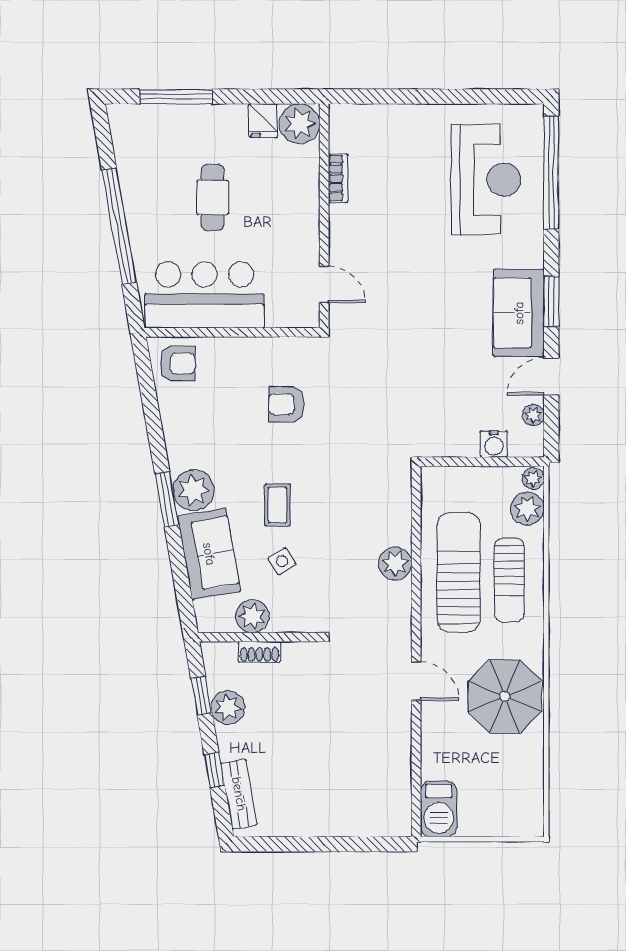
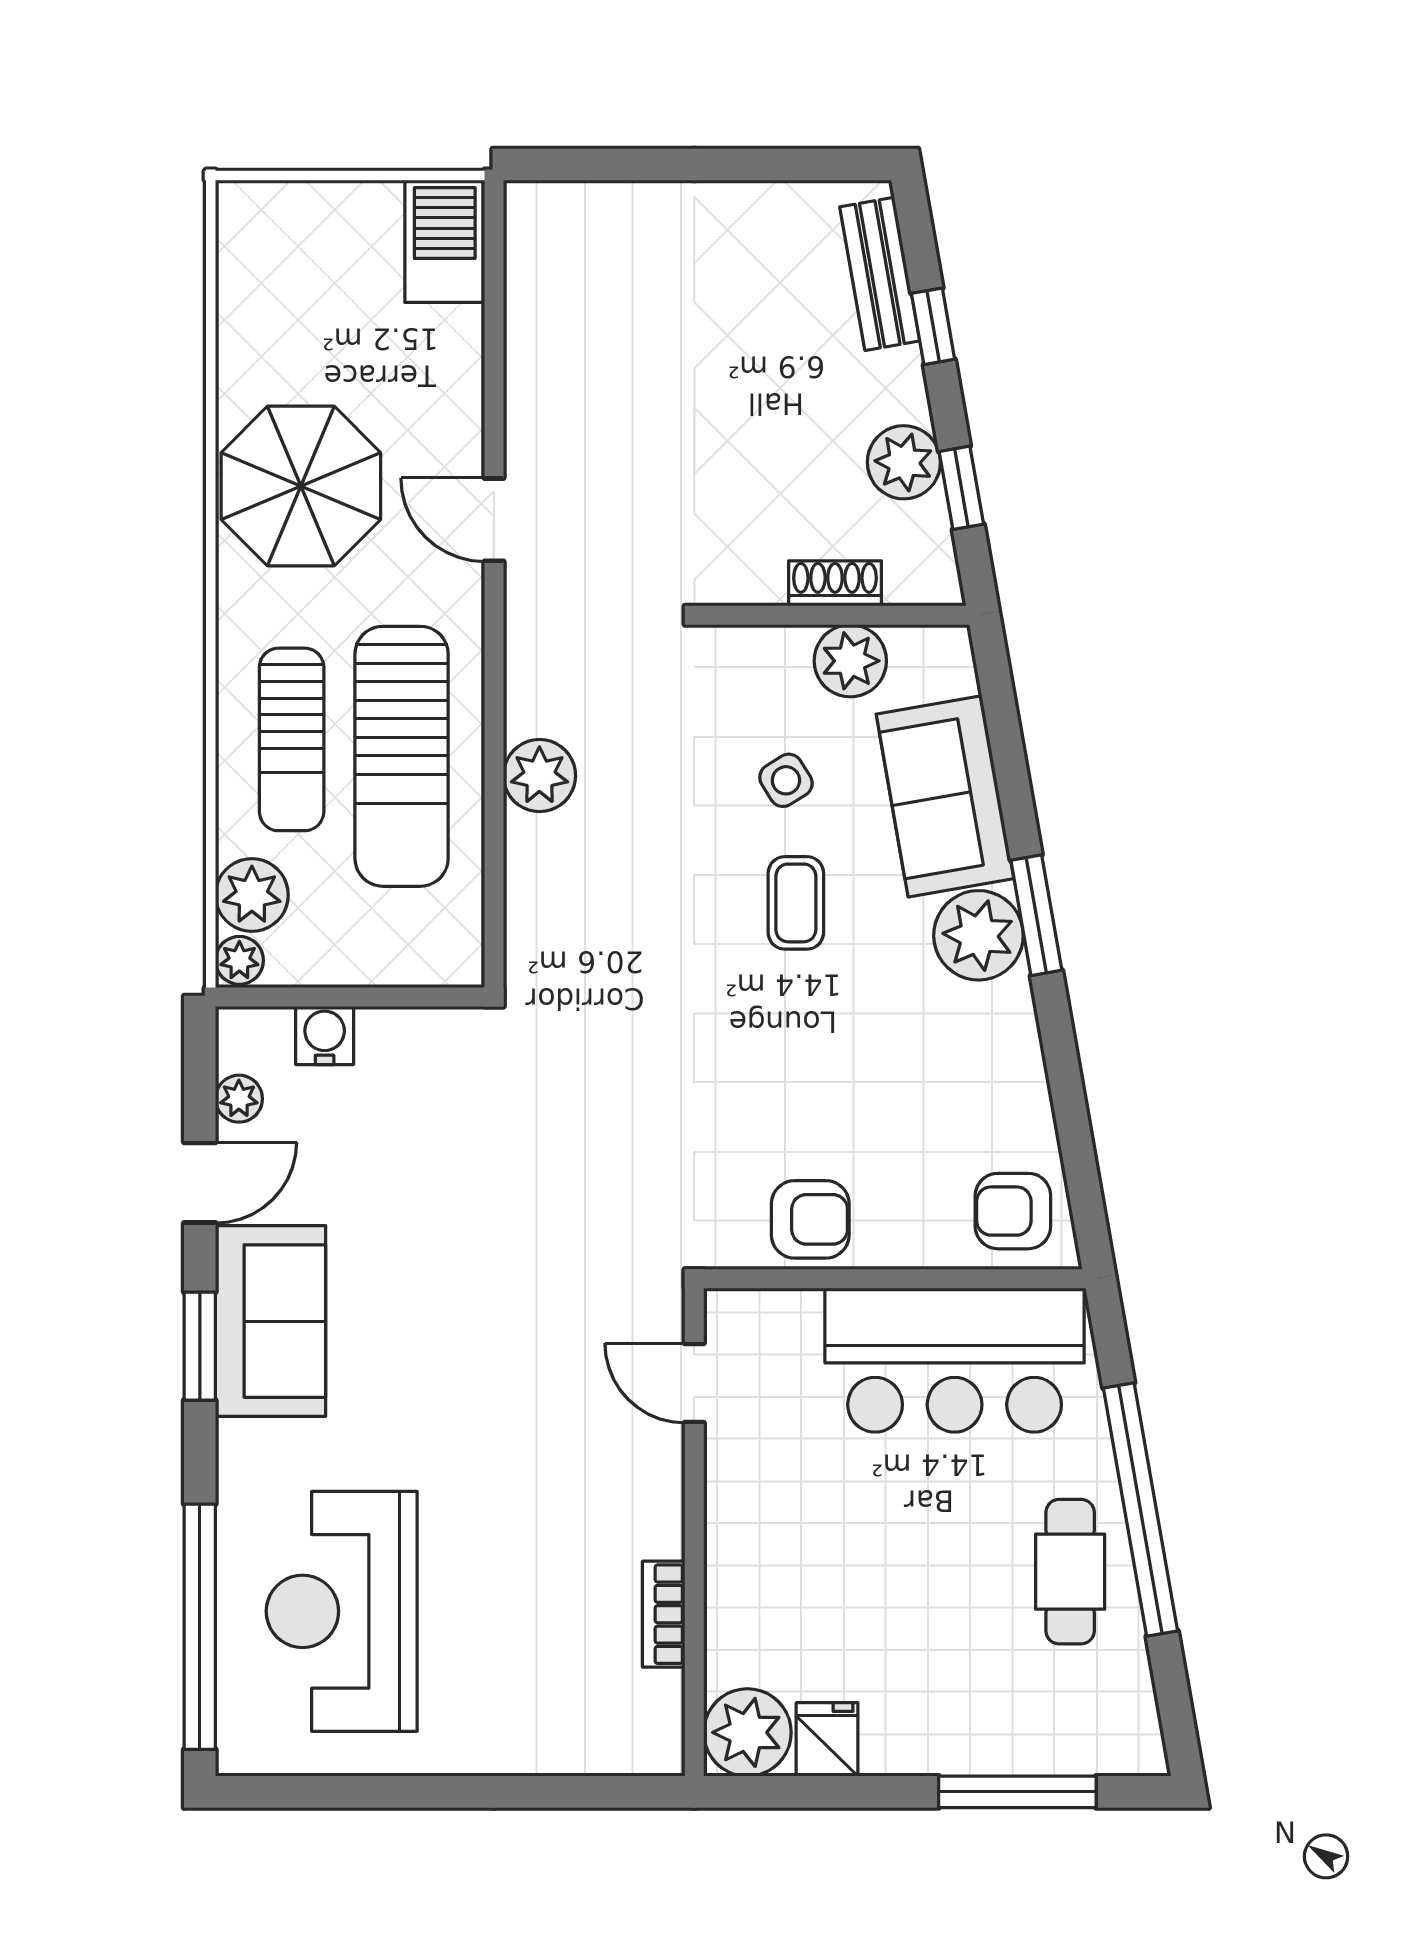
cafe table: (213, 197) -> (1070, 1572), moved
armchair: (286, 404) -> (810, 1219), moved
sun lounger: (509, 580) -> (292, 739), turned 180

